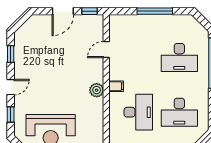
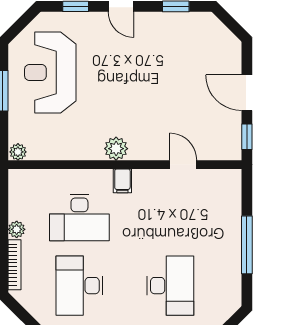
desk: (179, 57) -> (170, 286), turned 180

